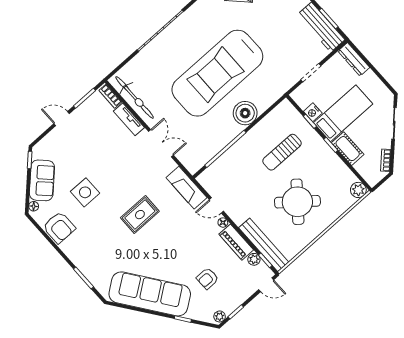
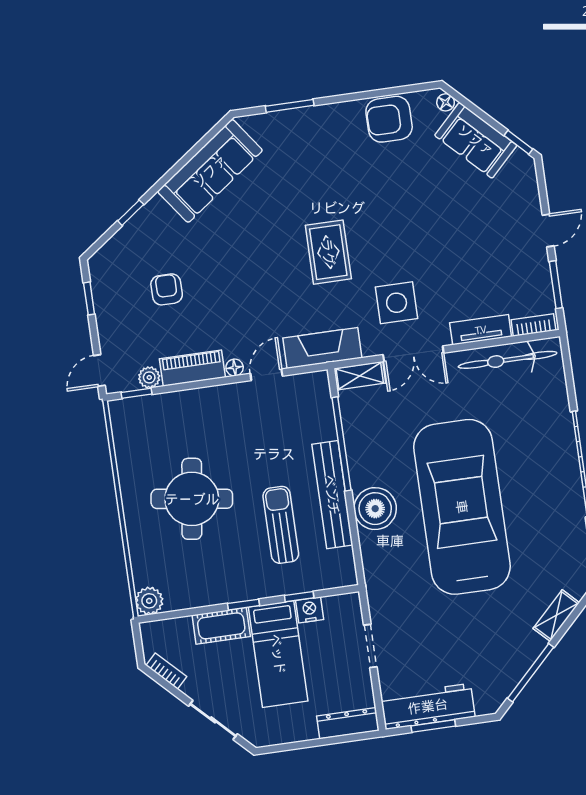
shelving: (188, 162) -> (360, 376), added
side table: (85, 192) -> (397, 303), moved
round table: (297, 202) -> (192, 499), turned -31
bench: (264, 245) -> (332, 495), moved, turned 90
sofa: (150, 294) -> (210, 171), width x0.74, depth x0.79
plant: (220, 316) -> (98, 270), removed

